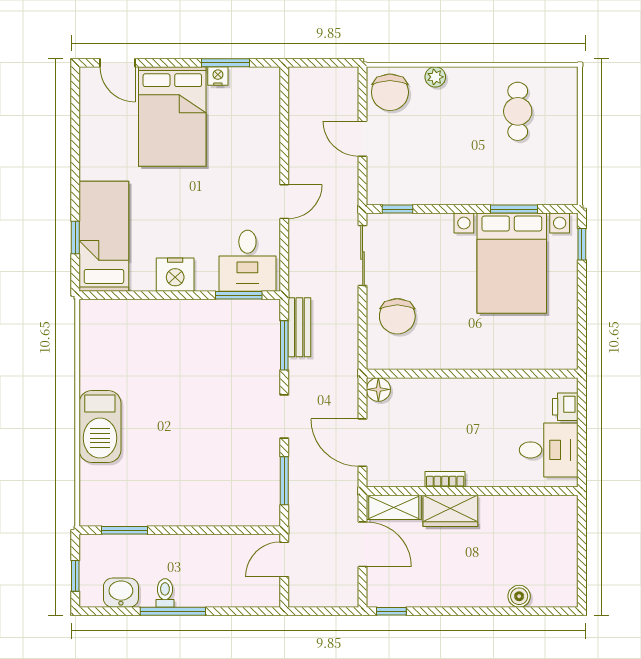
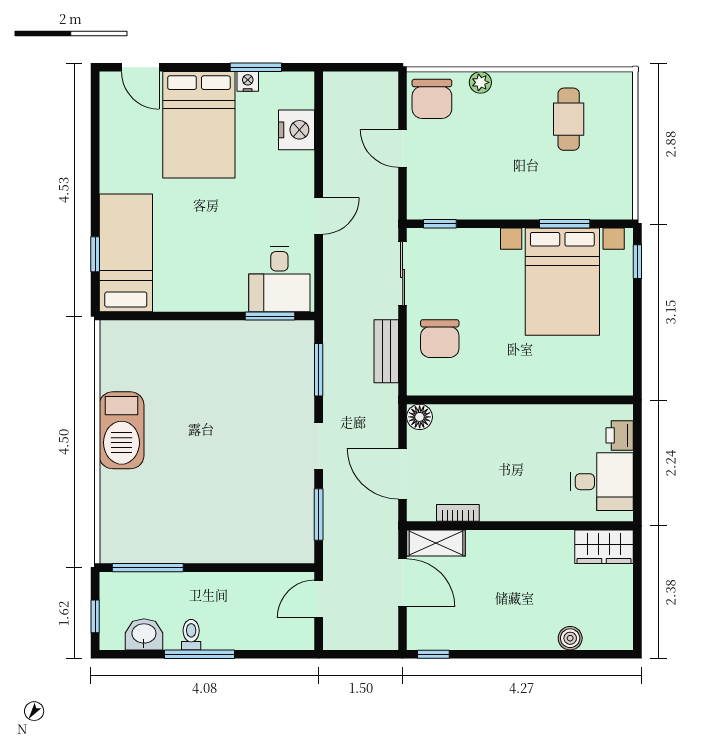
nightstand: (175, 275) -> (297, 130), moved, turned -90
bench: (299, 327) -> (386, 351), moved
barbecue: (100, 427) -> (122, 430), moved
bookcase: (445, 479) -> (458, 513), moved
wardrobe: (450, 511) -> (604, 547), moved
window: (124, 530) -> (148, 568), width x1.44

